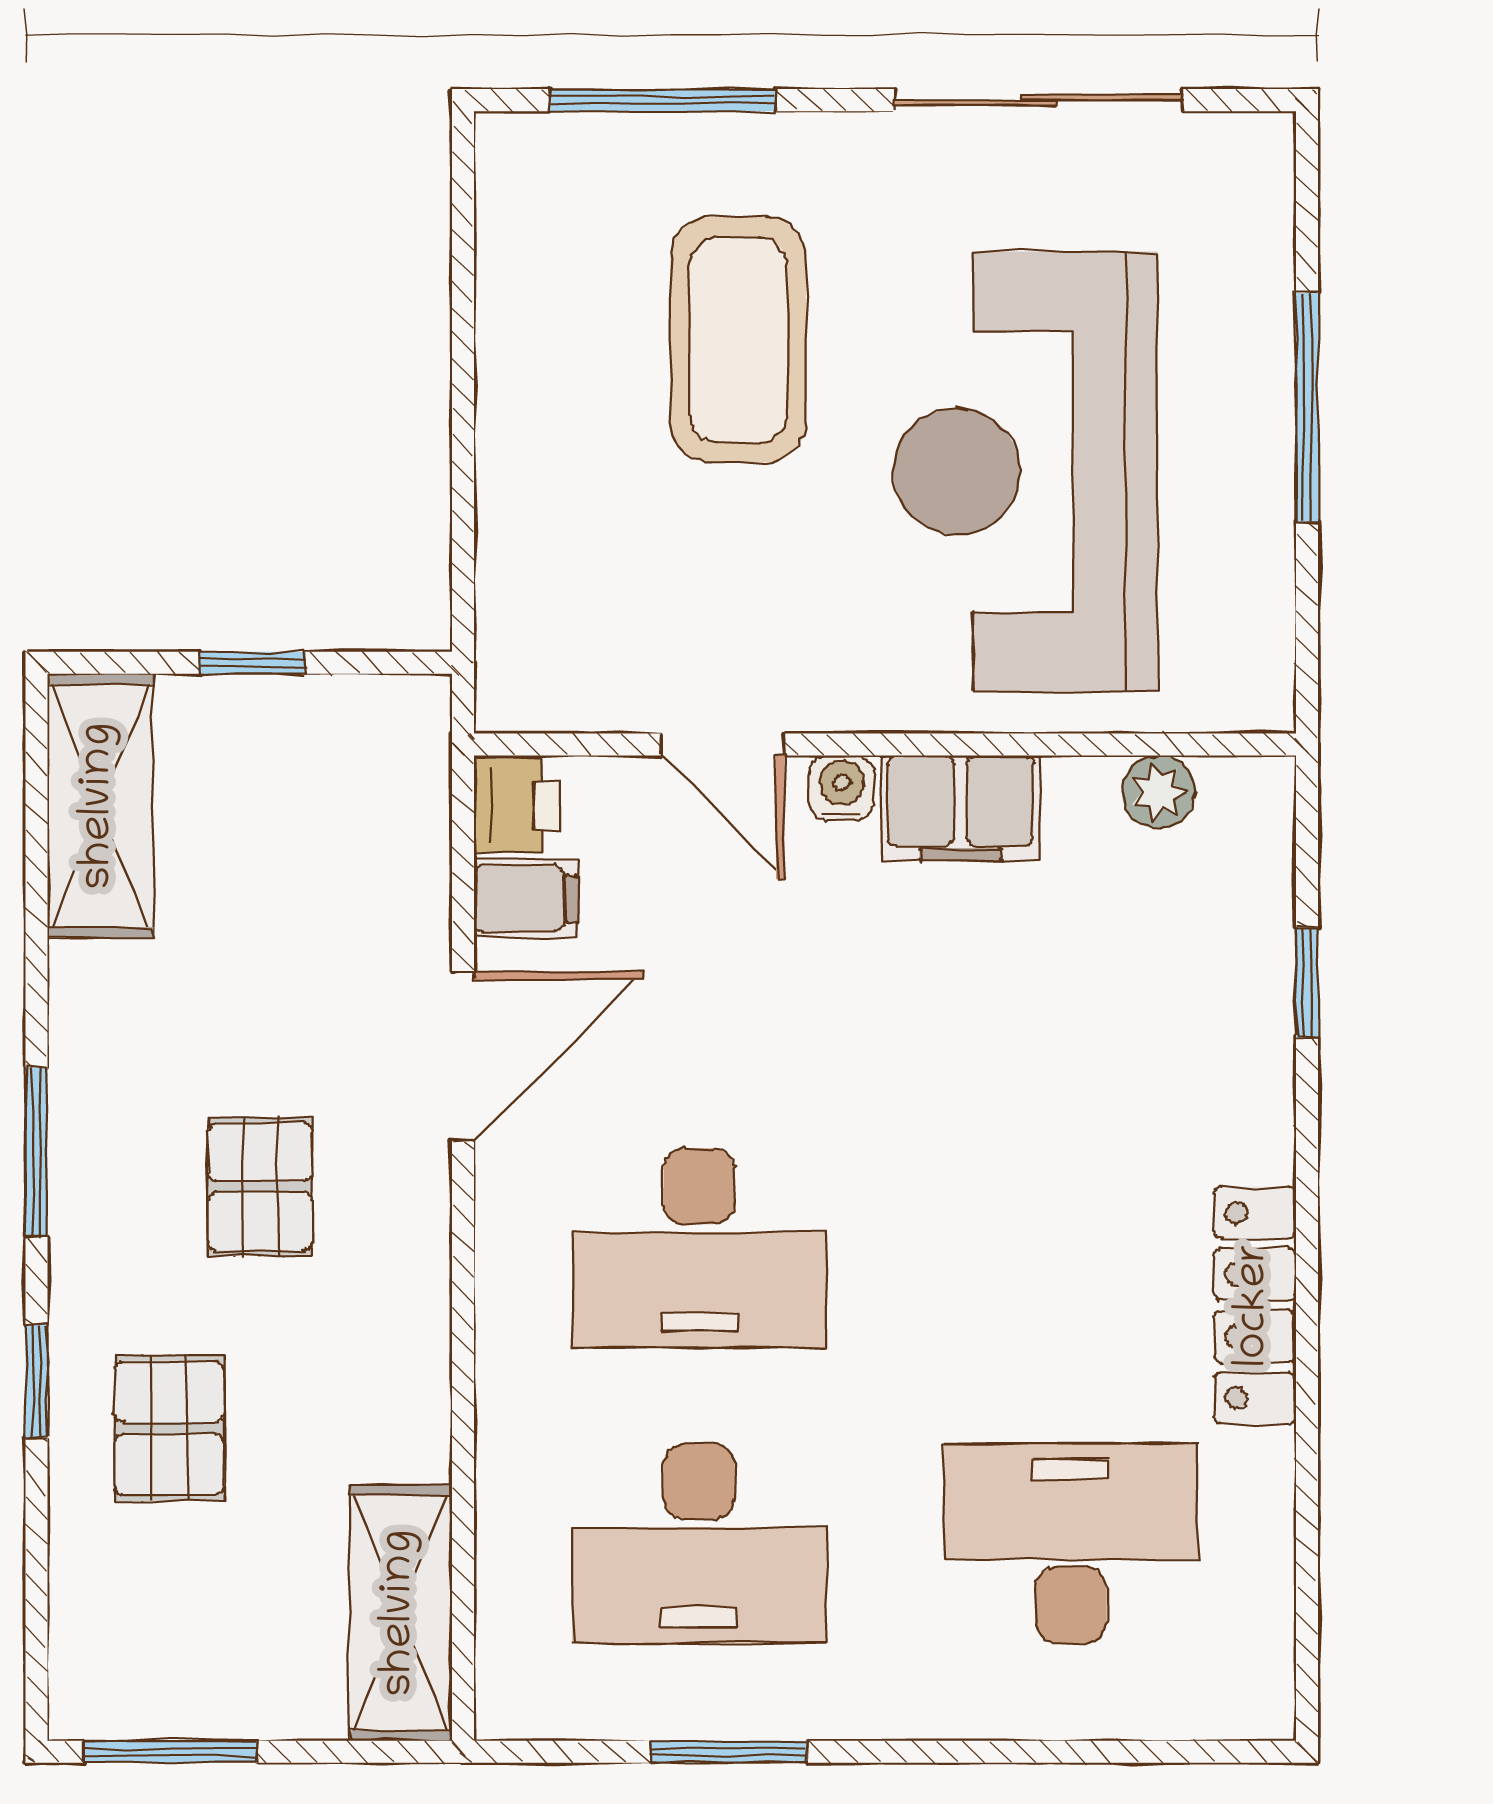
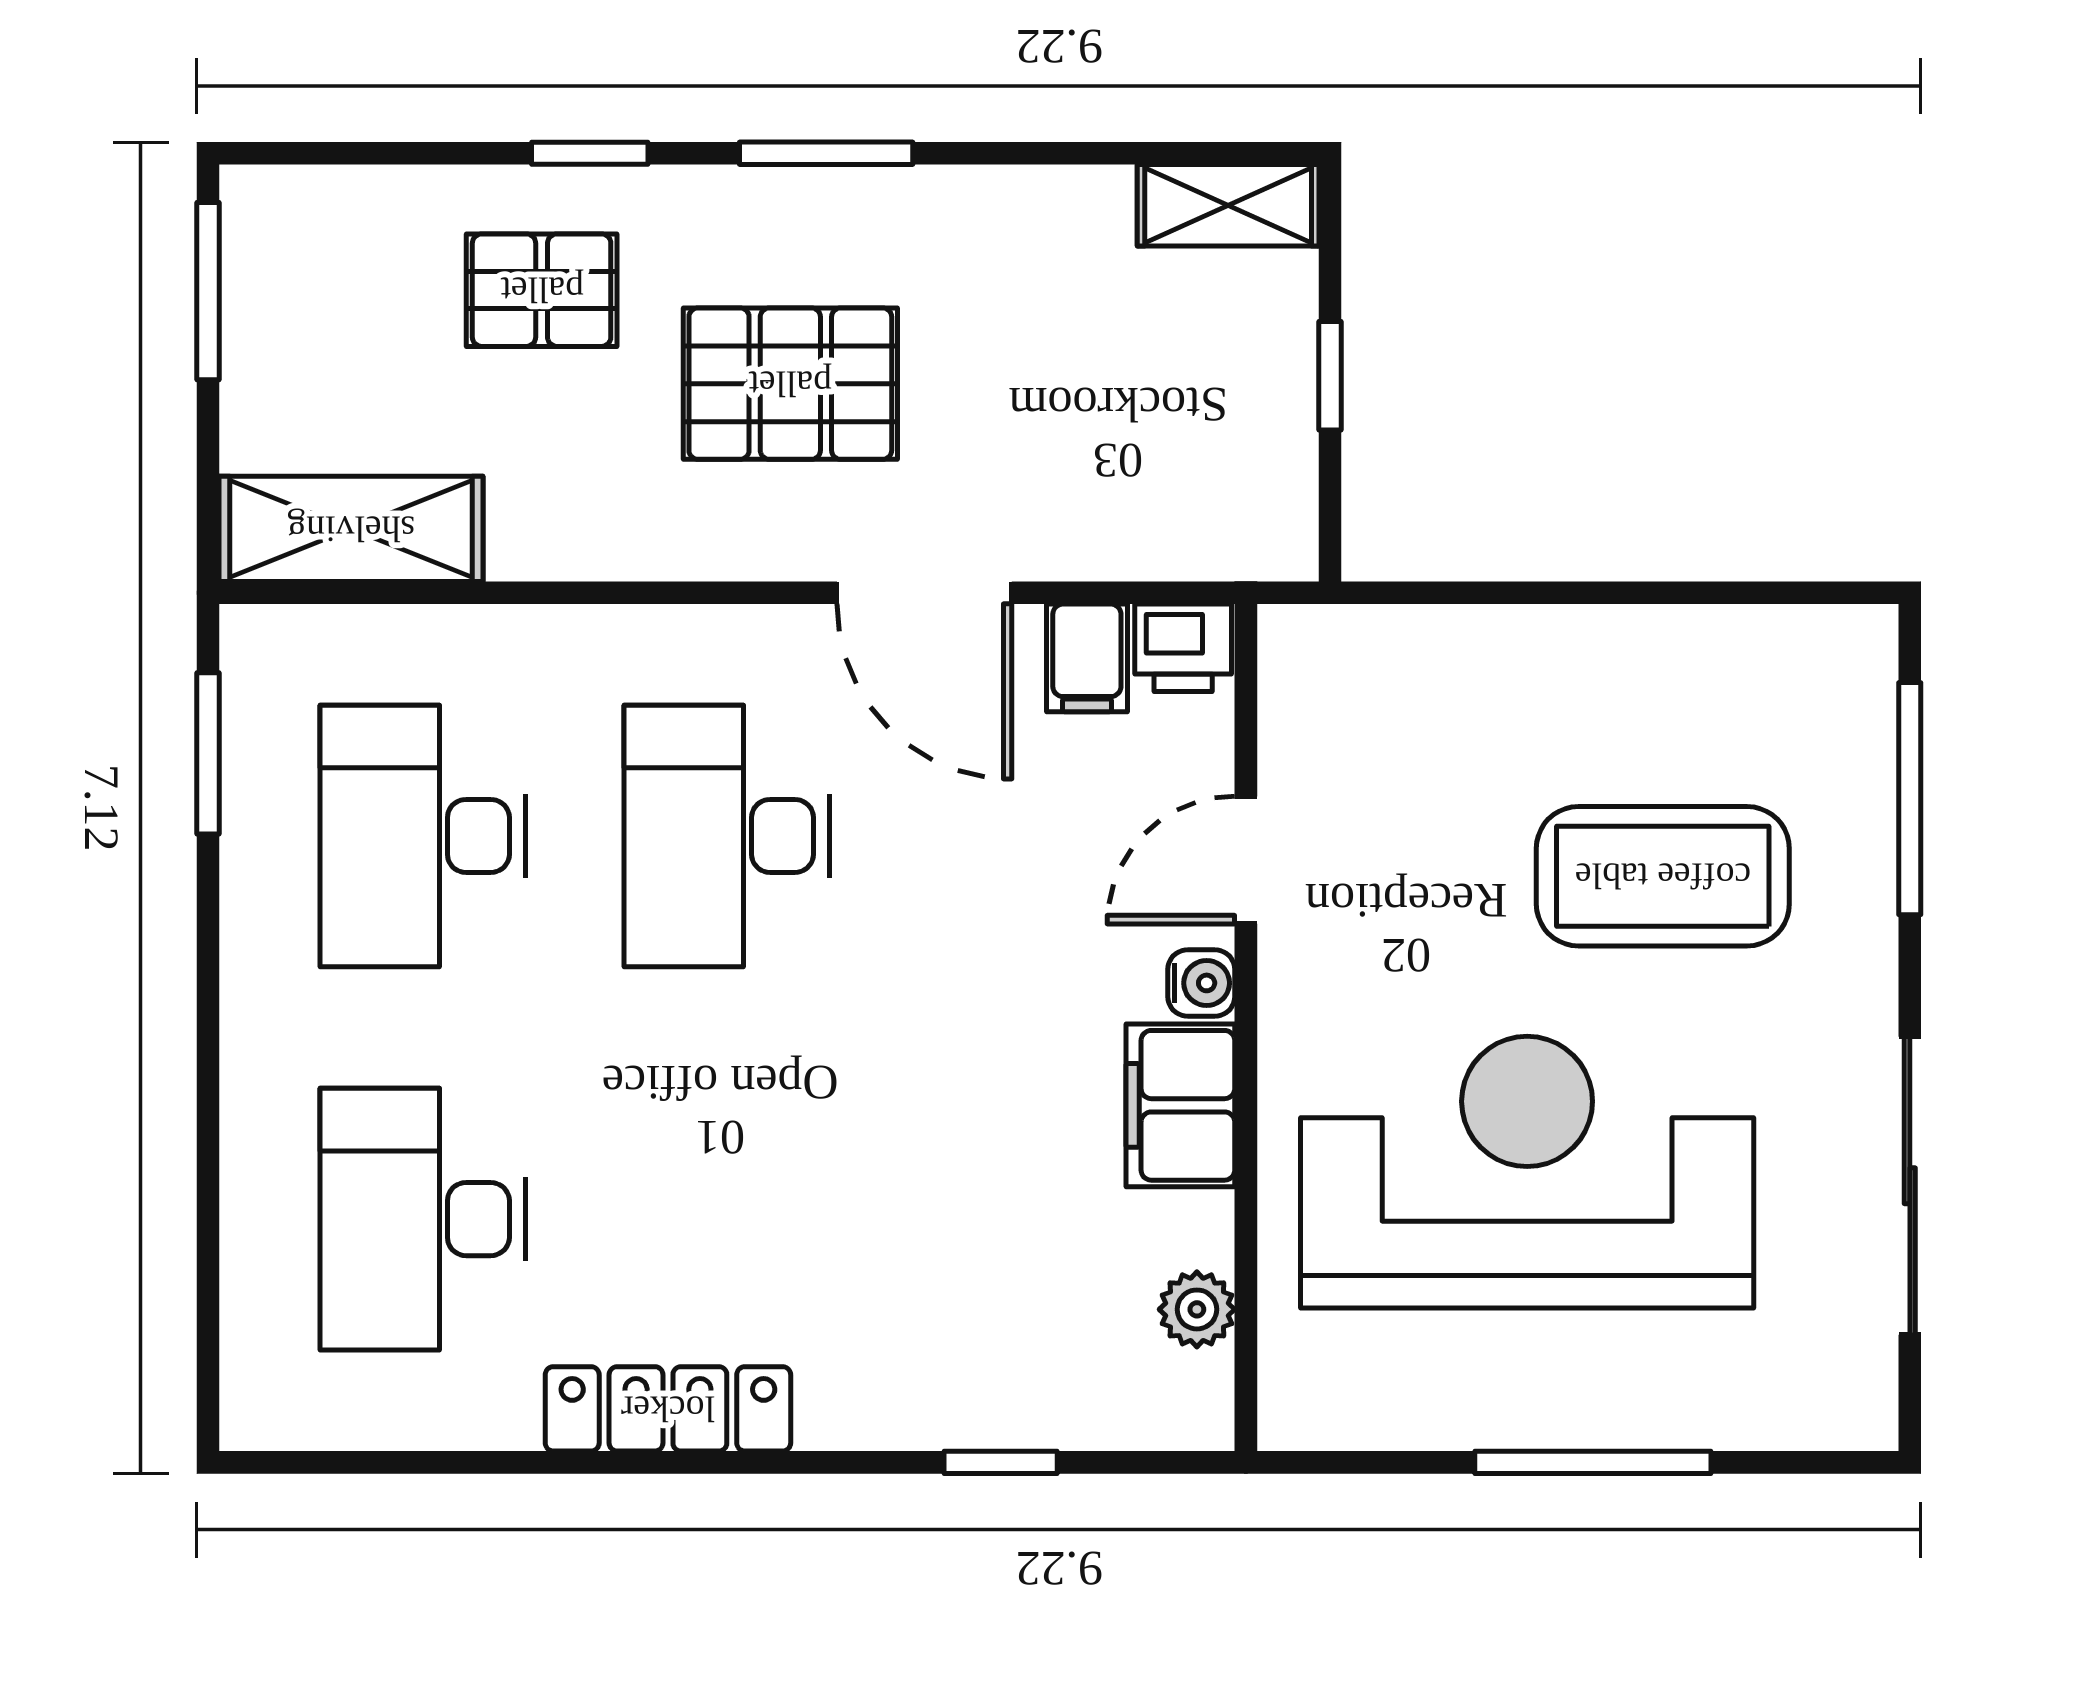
shelving: (100, 806) -> (1228, 205), width x0.67, depth x0.75
pallet: (260, 1187) -> (790, 384), width x1.50, depth x1.42
desk: (1071, 1543) -> (423, 1219), turned 180
window: (729, 1752) -> (208, 753), moved

